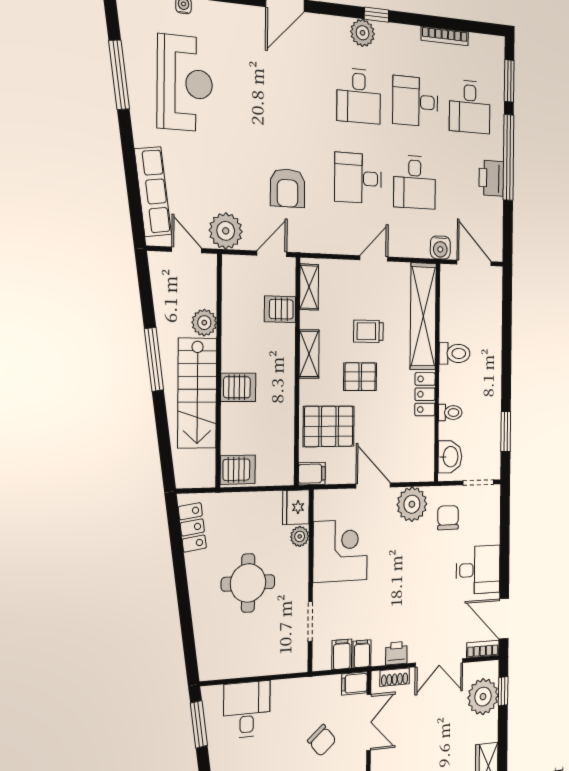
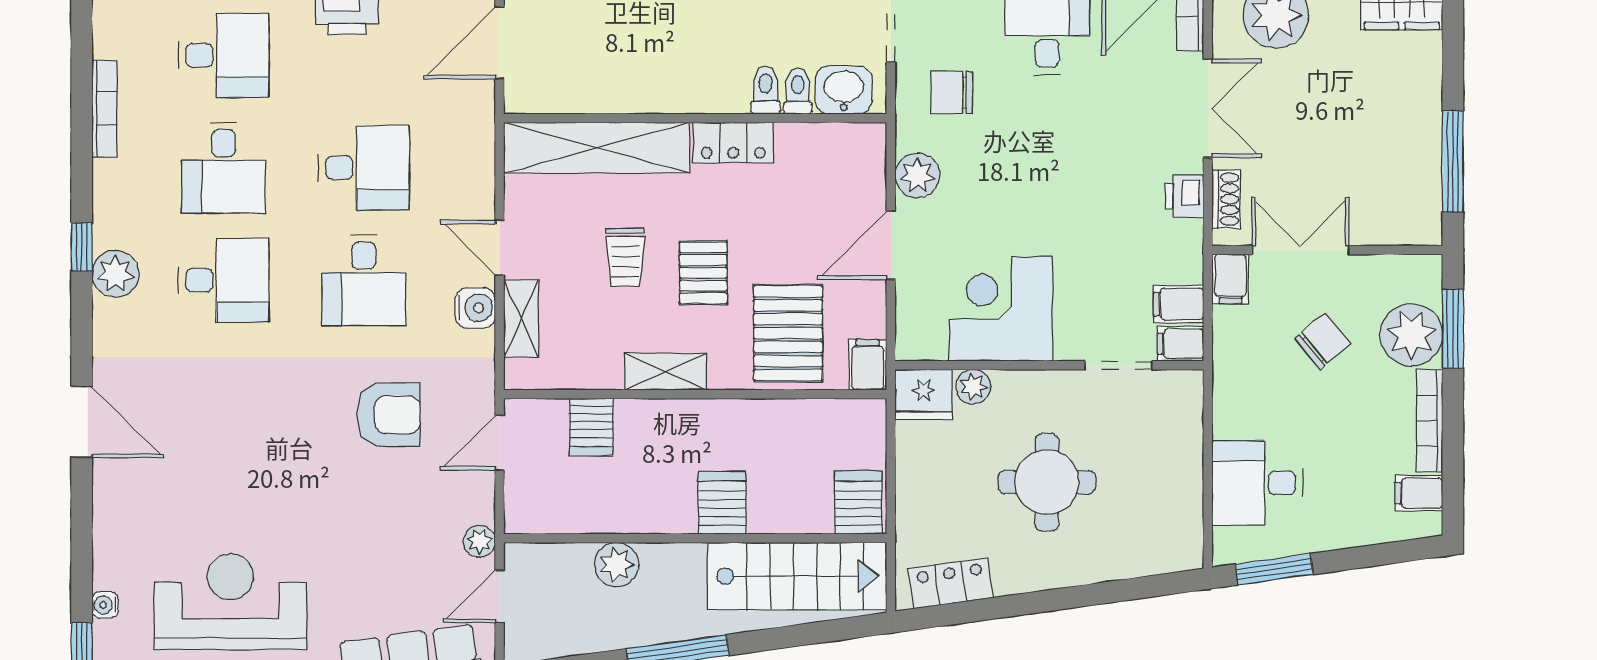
plant: (226, 231) -> (479, 541), width x0.53, depth x0.53
water cooler: (440, 248) -> (475, 308), moved
door: (272, 254) -> (500, 443), hinge flipped
shelving: (309, 287) -> (521, 319), moved, turned 90
toilet: (455, 353) -> (798, 91), moved, width x0.73, depth x0.72
stairs: (197, 393) -> (797, 576), moved
plant: (412, 504) -> (917, 175), width x0.73, depth x0.73
filing cabinet: (362, 654) -> (1180, 344), moved

